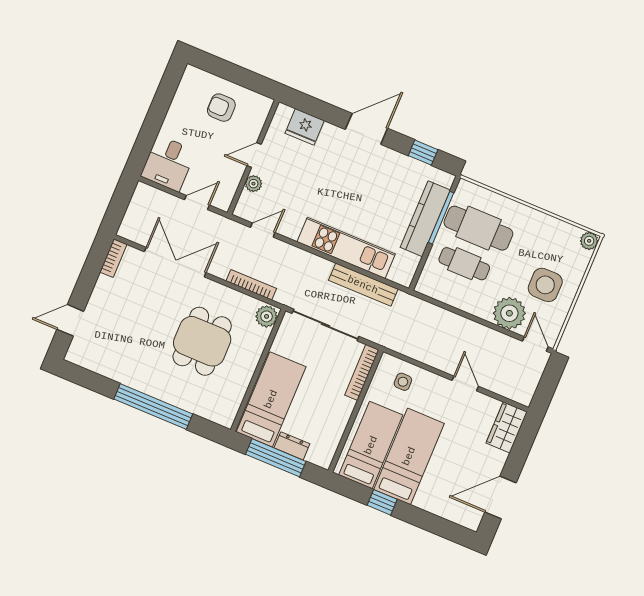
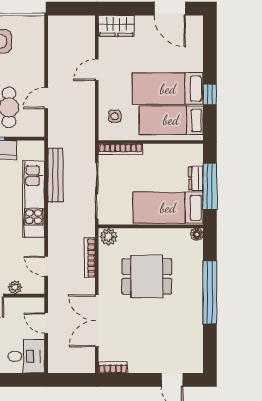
plant: (509, 313) -> (31, 59), removed
door: (535, 344) -> (46, 98), moved
floor lamp: (227, 420) -> (197, 234), added

